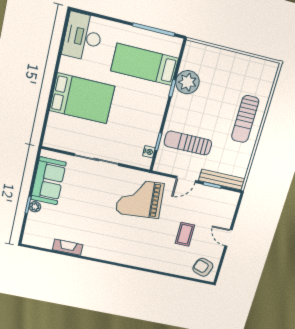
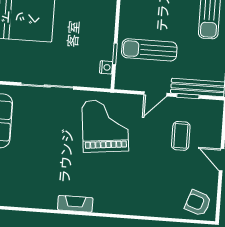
grand piano: (140, 199) -> (105, 126), turned 89
coffee table: (185, 234) -> (181, 136), moved
fireplace: (68, 247) -> (75, 204), moved

